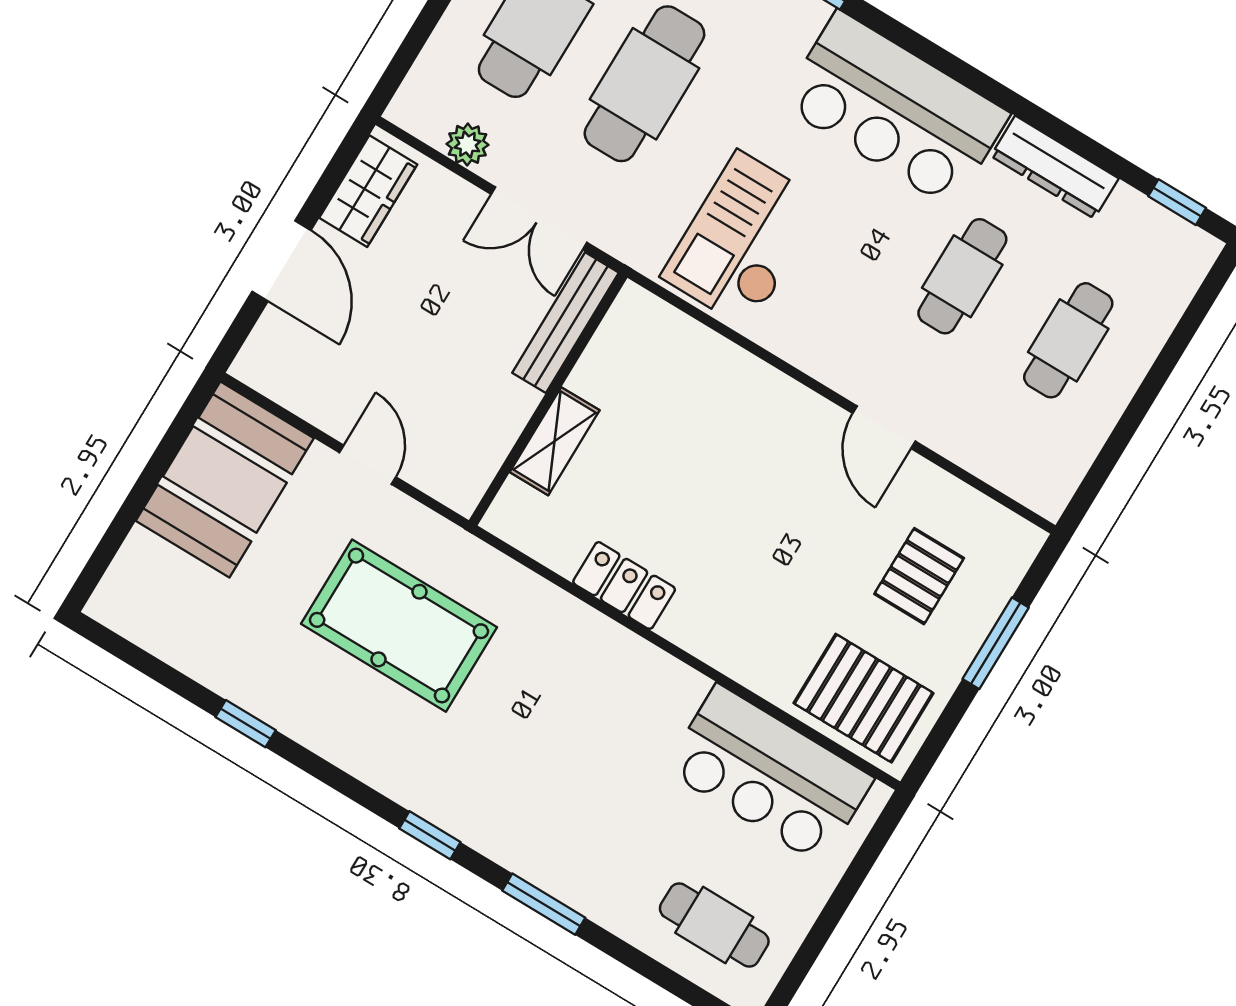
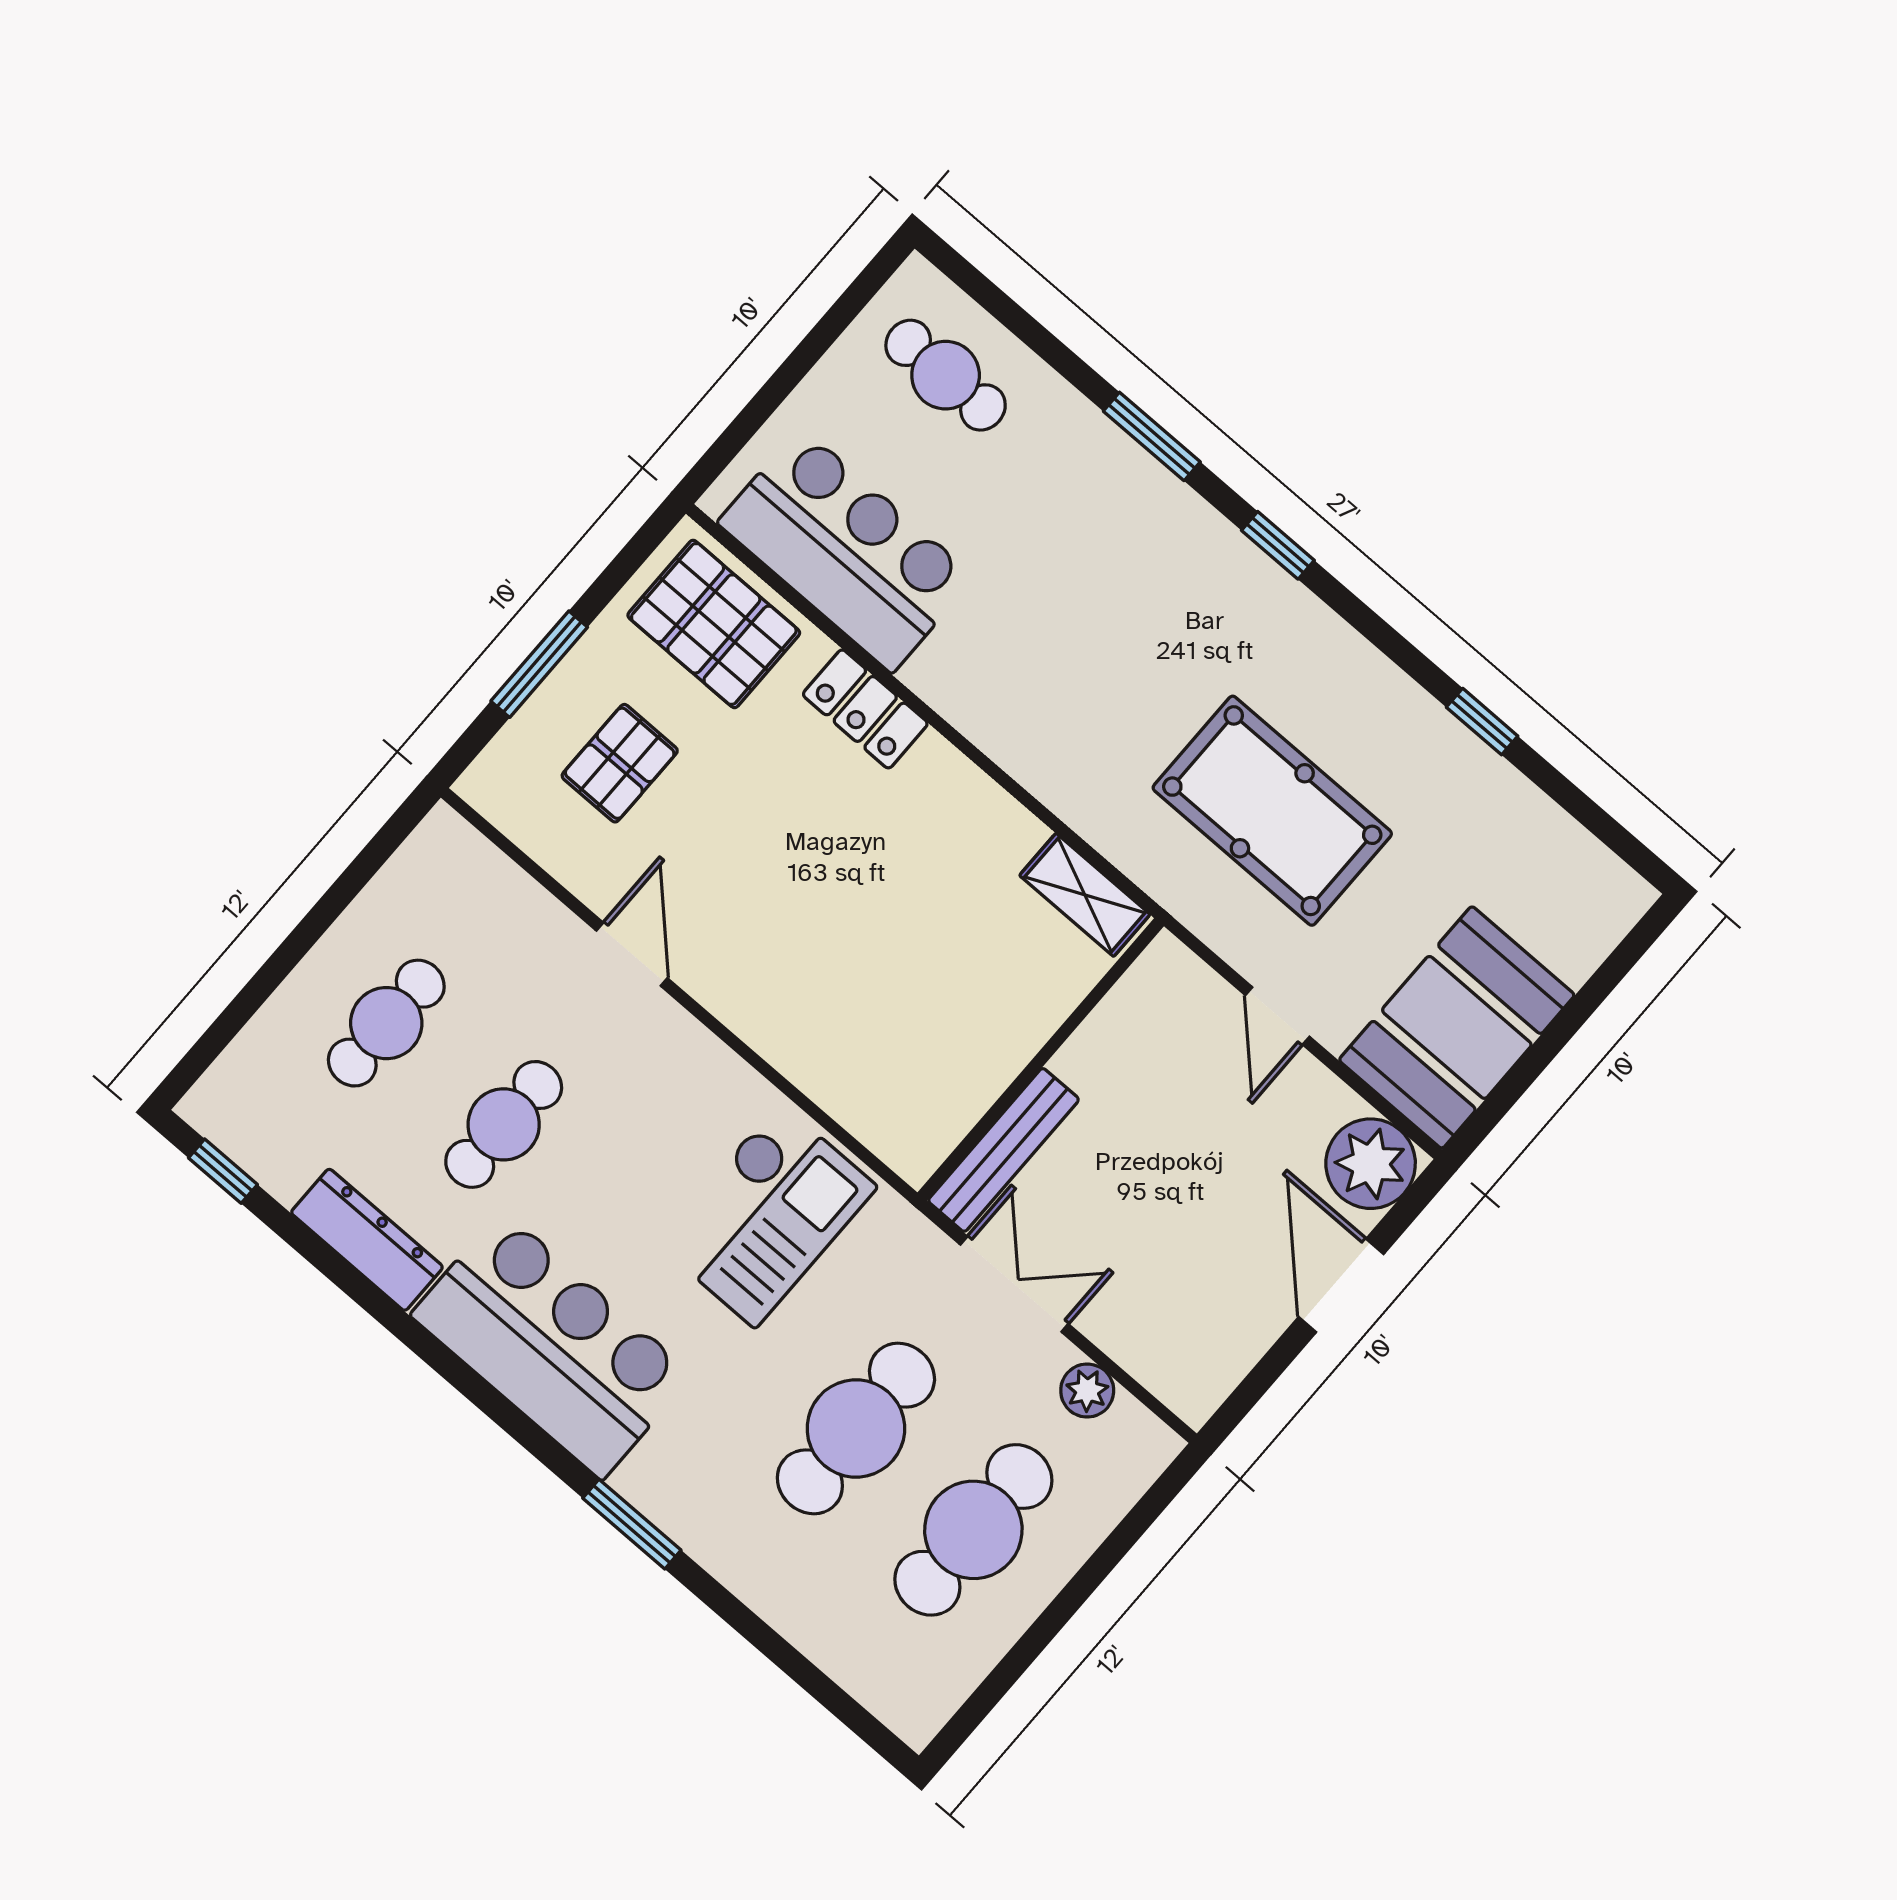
wardrobe: (368, 191) -> (1219, 1354), removed
plant: (275, 361) -> (1371, 1164), added
shelving: (555, 441) -> (1085, 895), moved, turned 90
locker: (624, 586) -> (865, 709), moved

